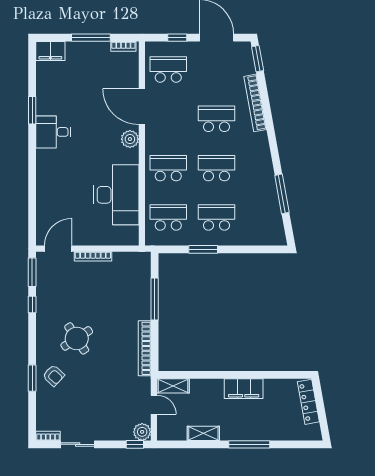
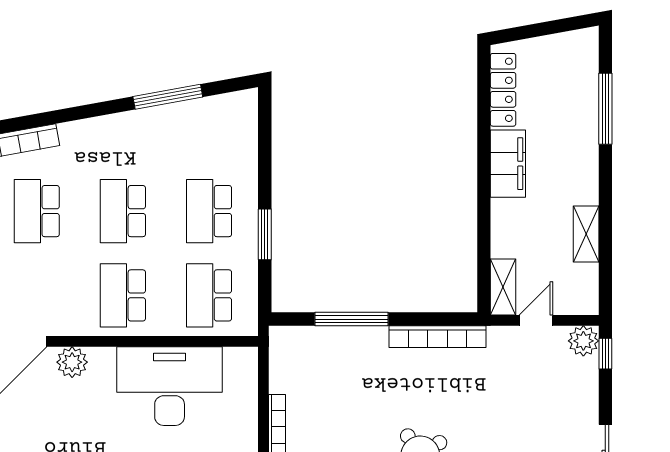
locker: (308, 402) -> (503, 90), moved, turned -80
window: (249, 444) -> (605, 109), moved

